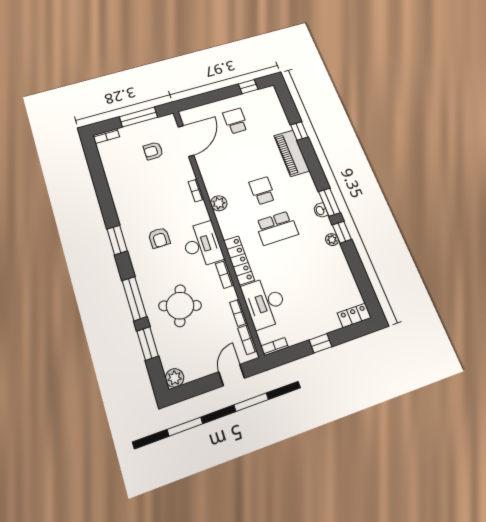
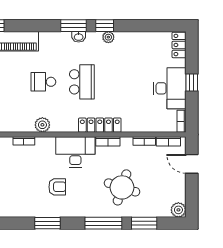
desk: (265, 303) -> (170, 88), moved, turned -90

